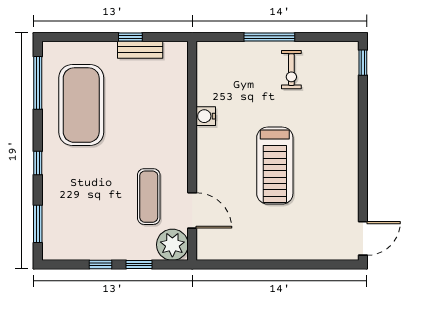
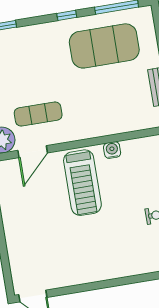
window: (38, 163) -> (67, 15), moved
treadmill: (275, 166) -> (82, 183), moved, turned -90

